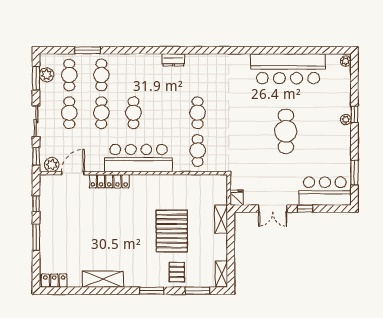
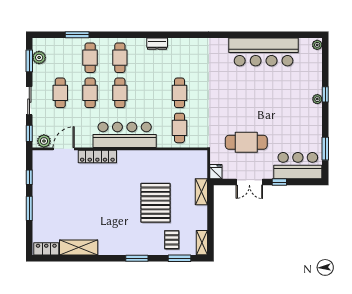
cafe table: (69, 75) -> (120, 58), moved
cafe table: (286, 131) -> (246, 142), moved, turned 90
pallet: (177, 272) -> (172, 240), moved
shelving: (103, 279) -> (79, 248), moved

